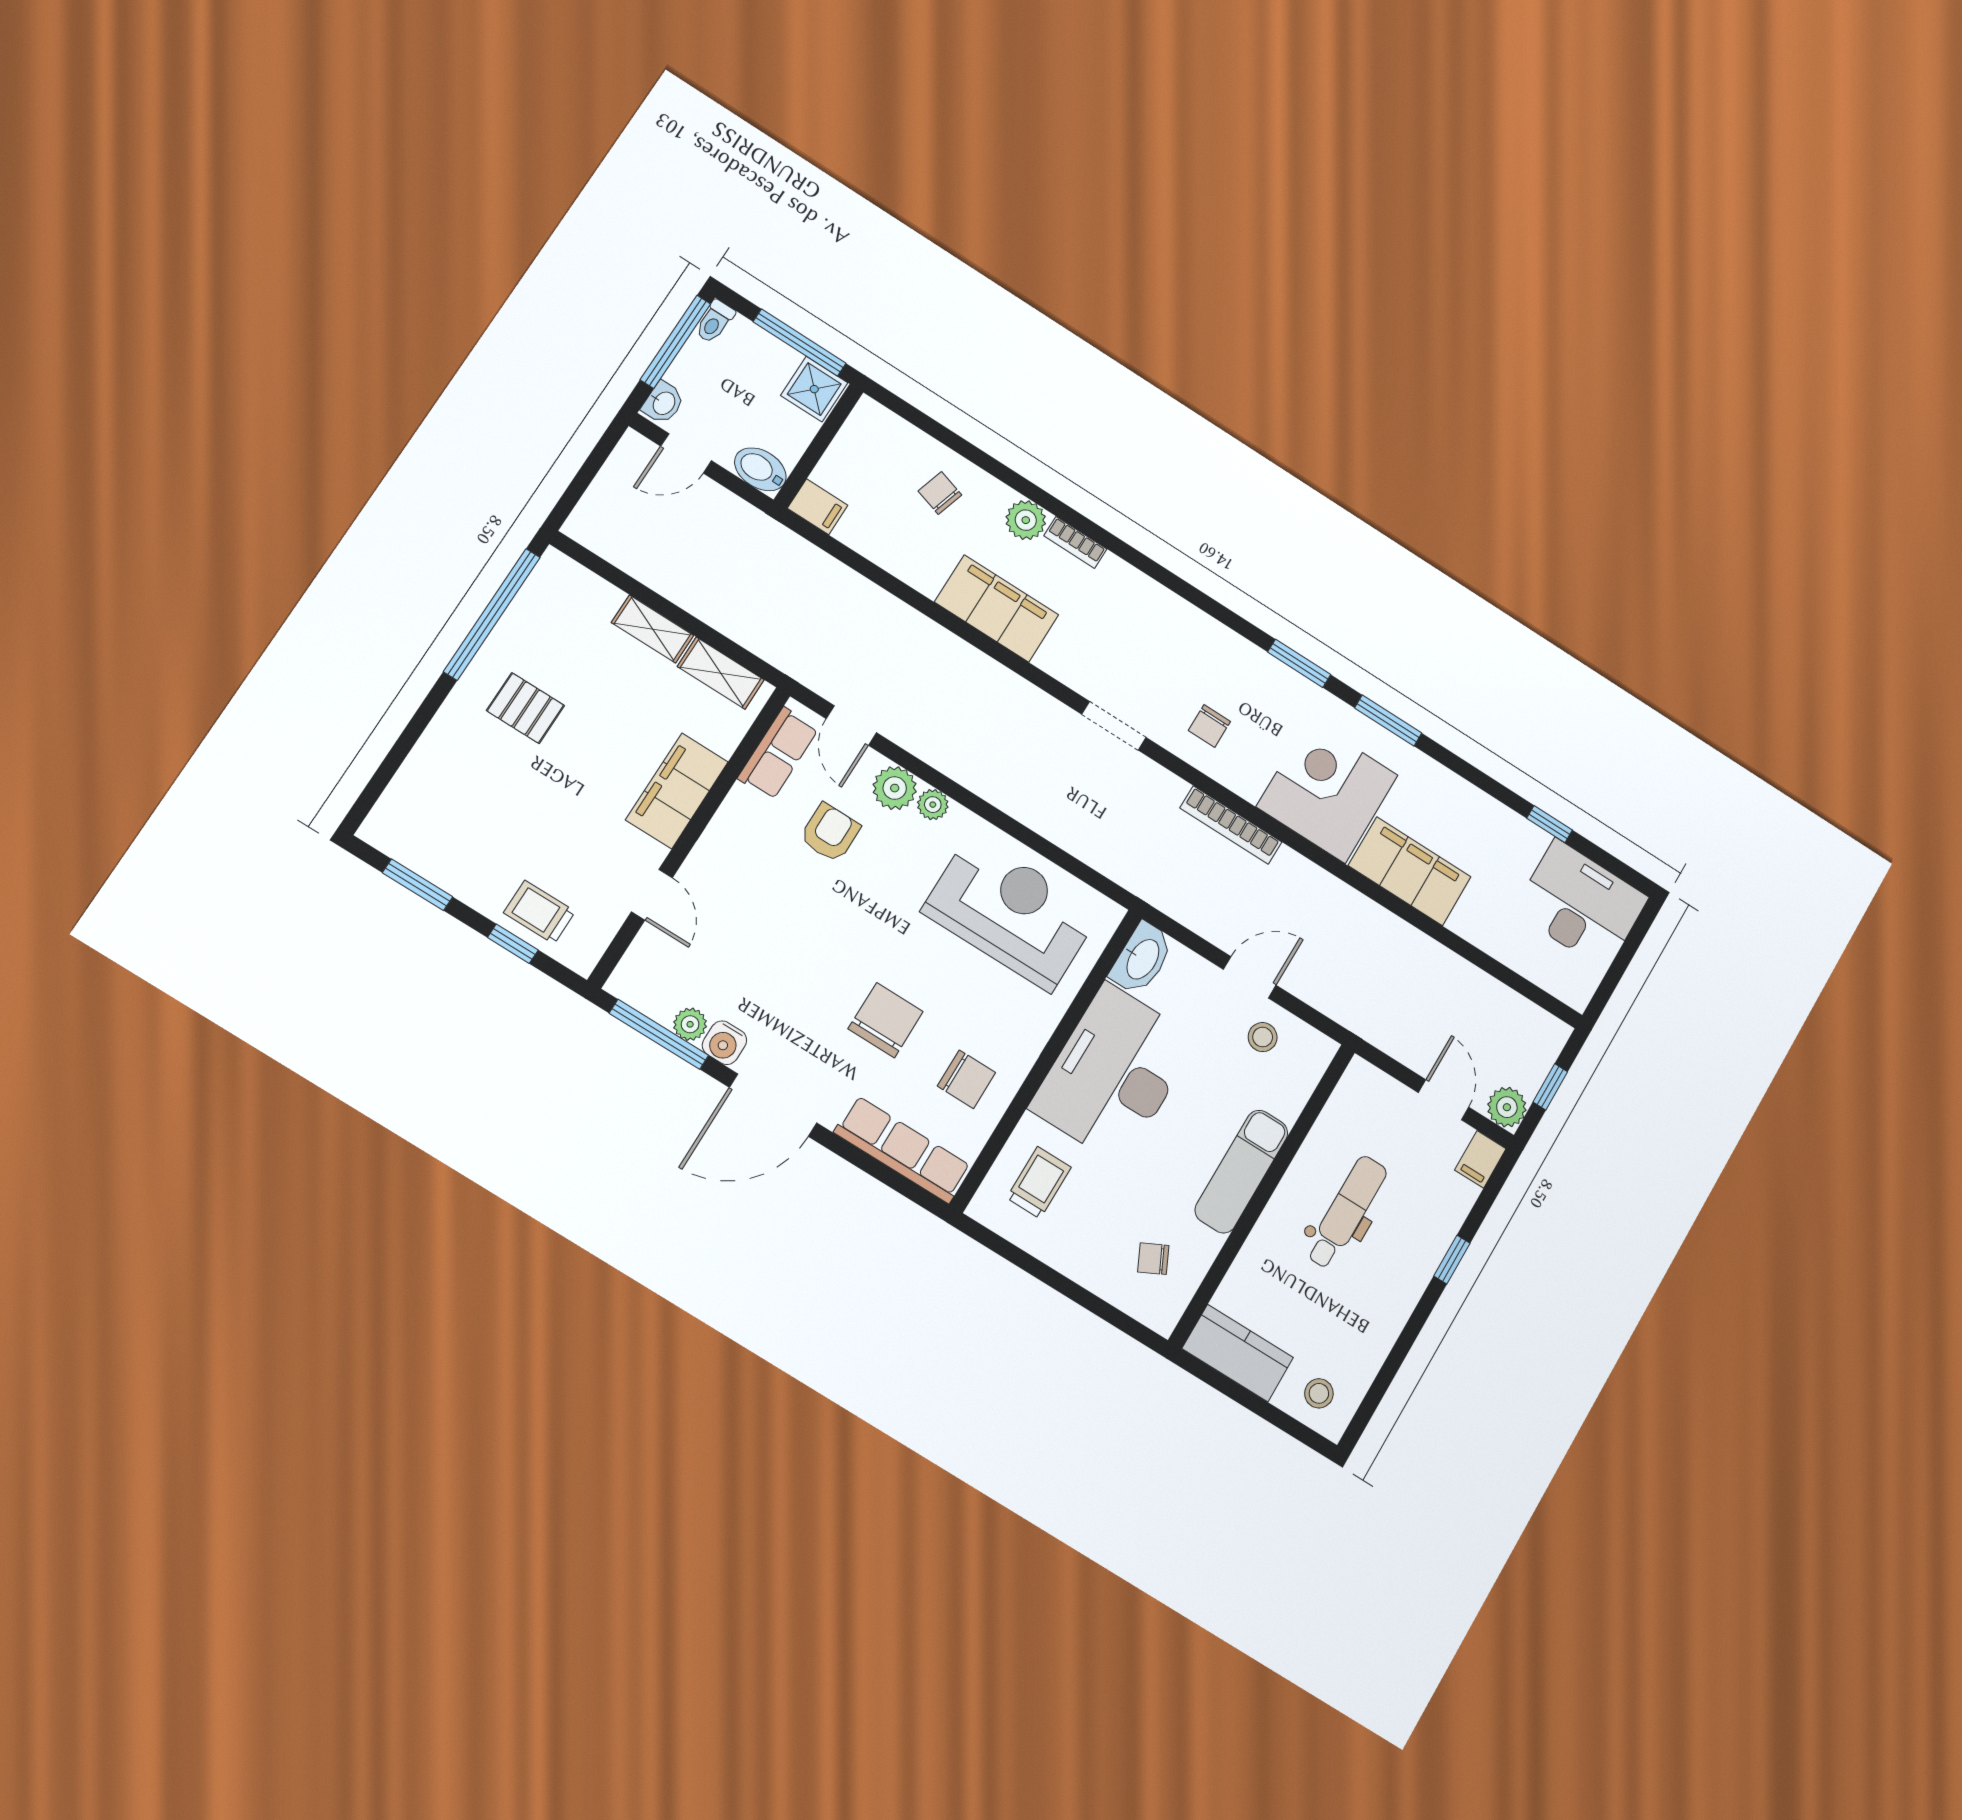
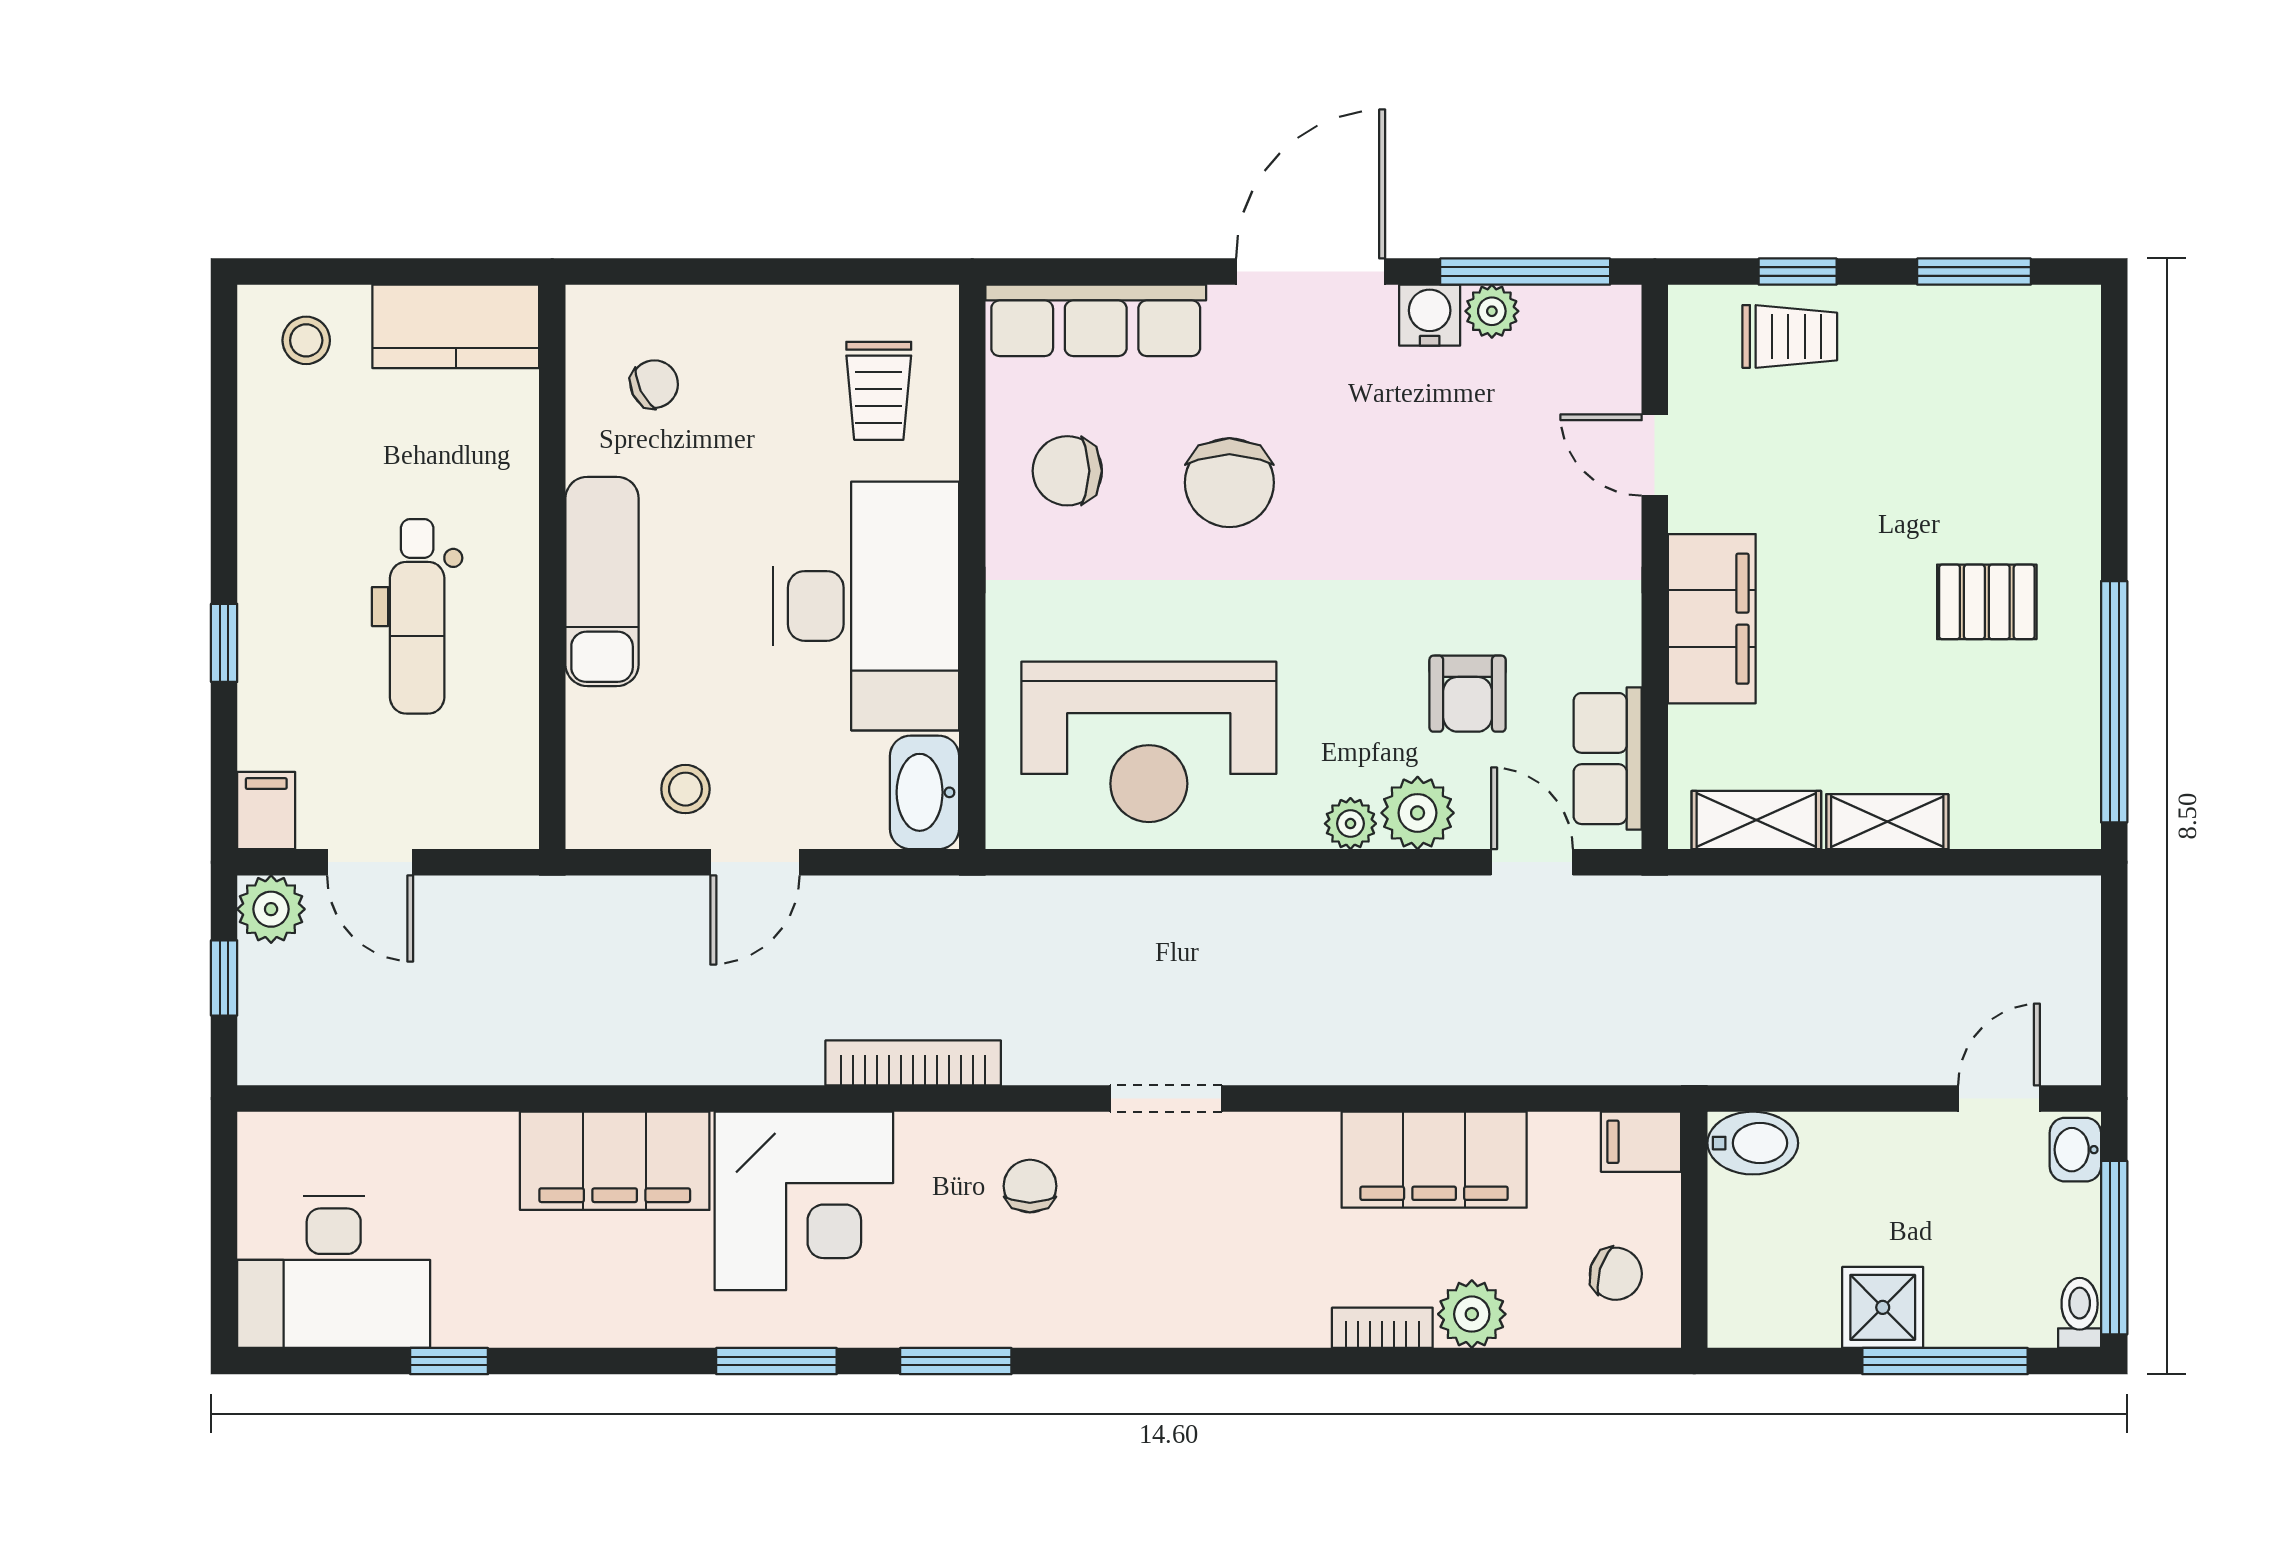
wall: (819, 446) -> (1694, 1230), moved
bidet: (760, 469) -> (1753, 1143), moved
filing cabinet: (818, 507) -> (1641, 1142), moved

